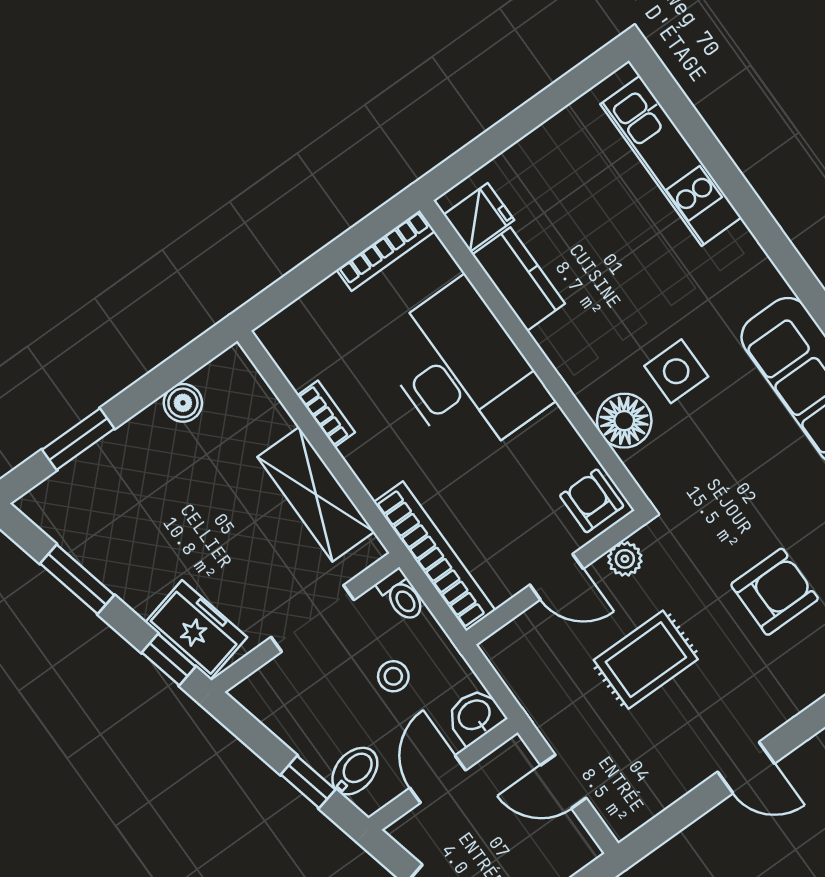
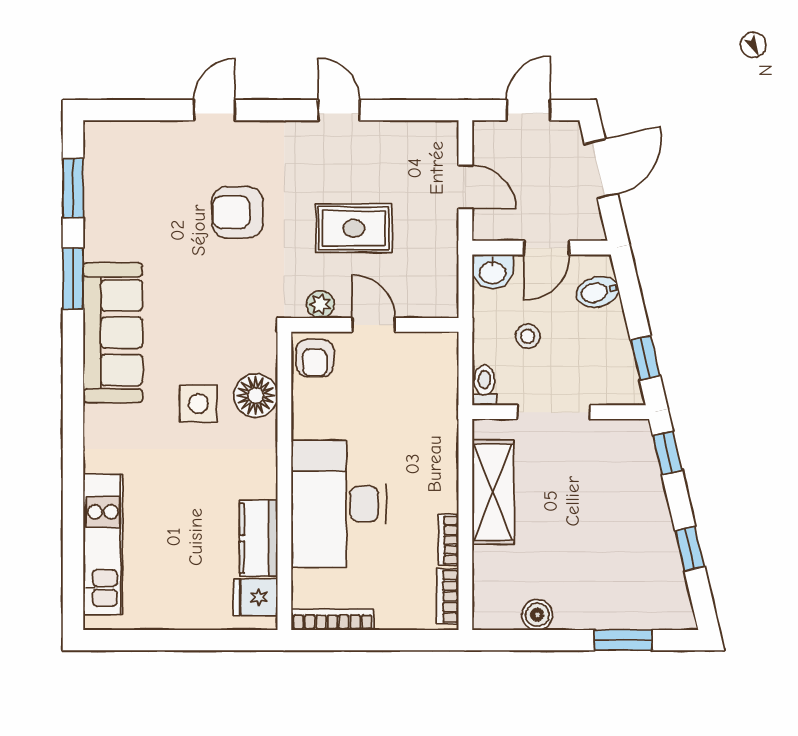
bookcase: (434, 556) -> (448, 596), moved, width x0.43, depth x0.76
window: (77, 579) -> (690, 549), width x0.67
freezer: (196, 630) -> (635, 459), removed
window: (308, 782) -> (645, 358), moved

